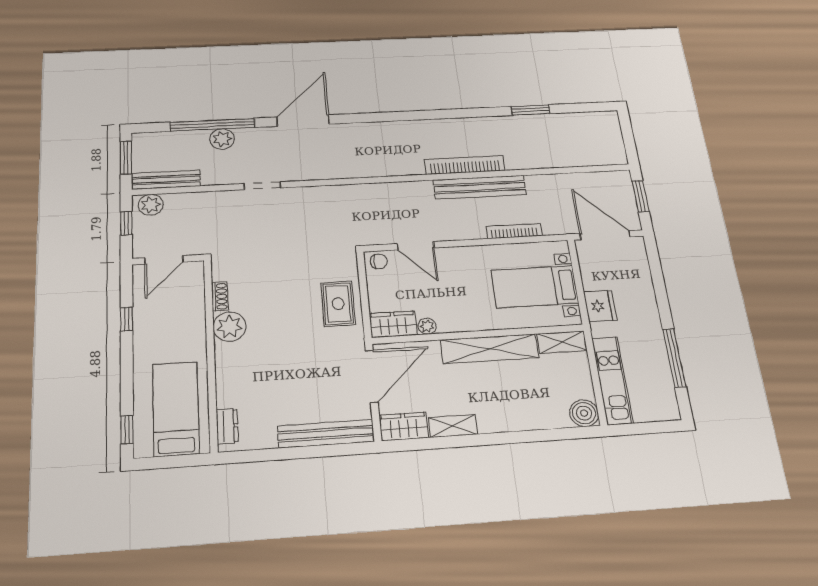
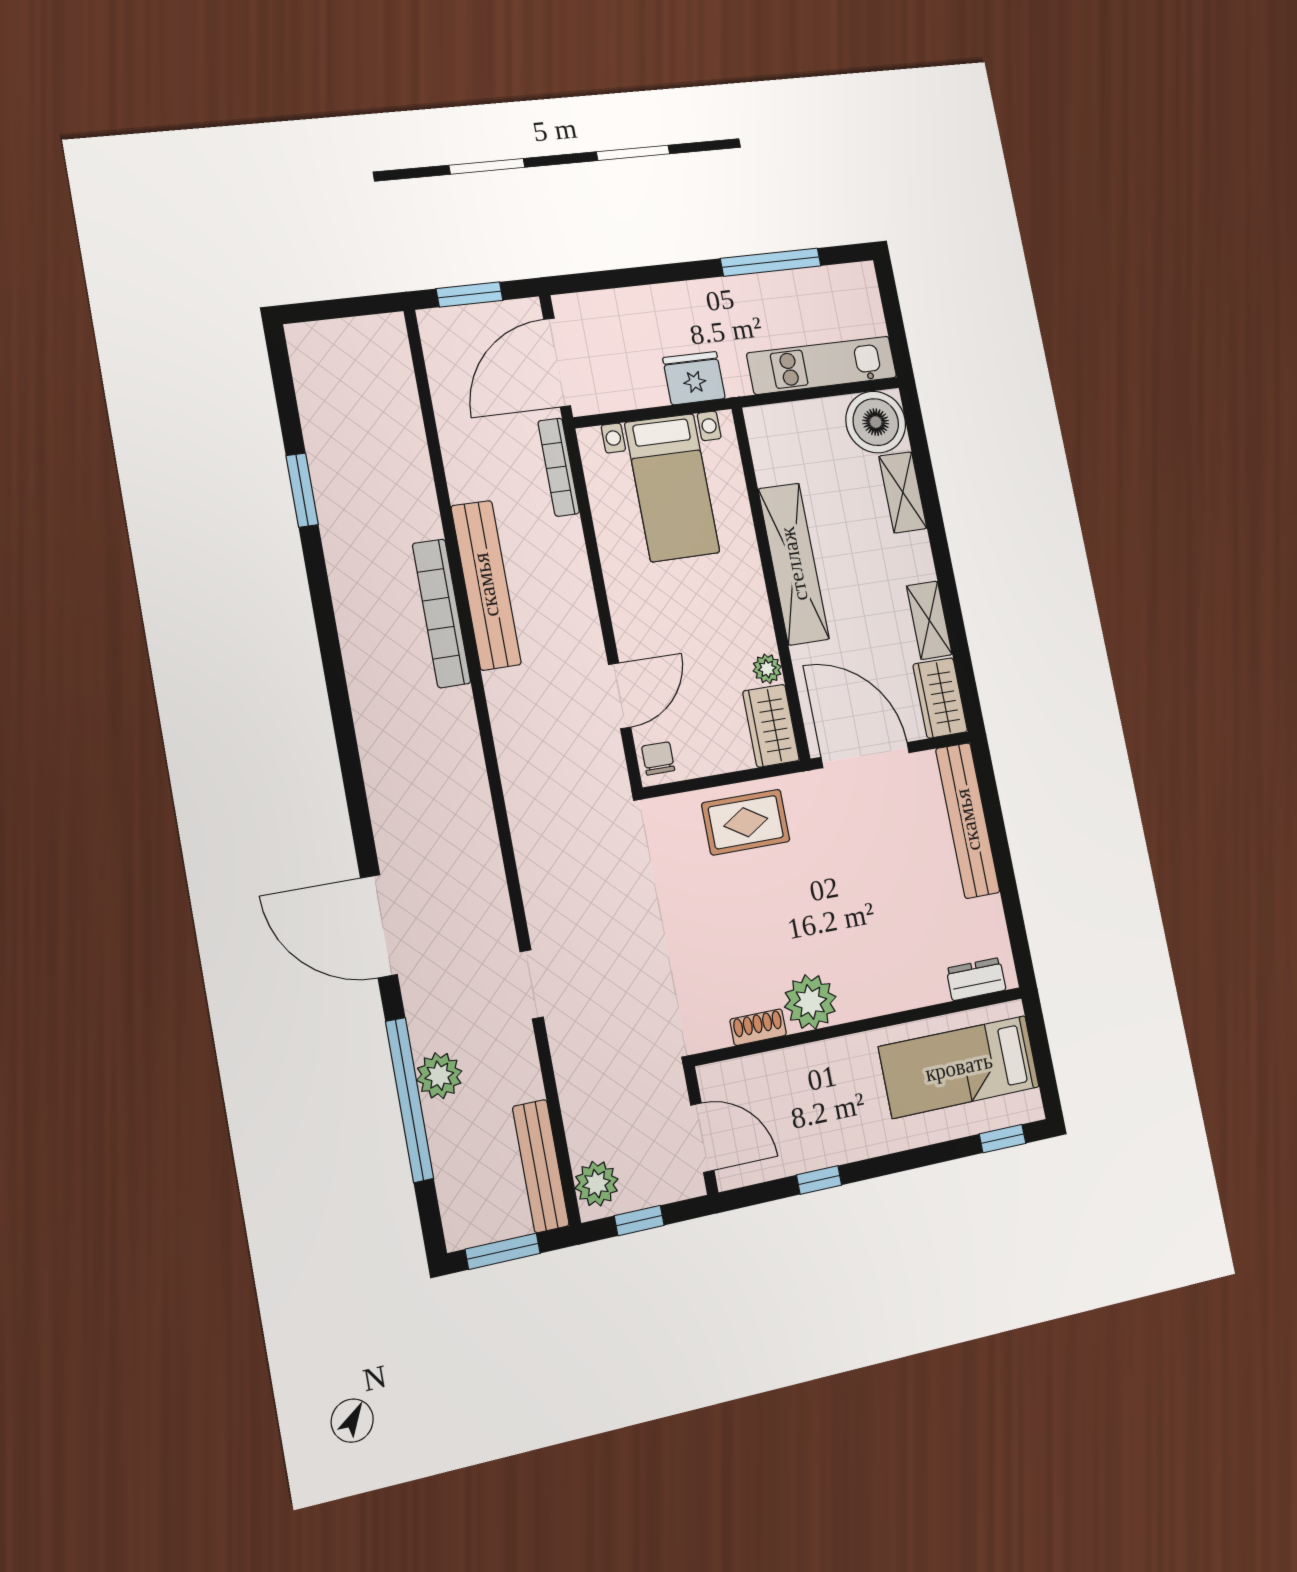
bookcase: (514, 231) -> (559, 467), moved
shelving: (562, 342) -> (903, 492), moved
boiler: (584, 413) -> (876, 422), width x1.37, depth x1.37

